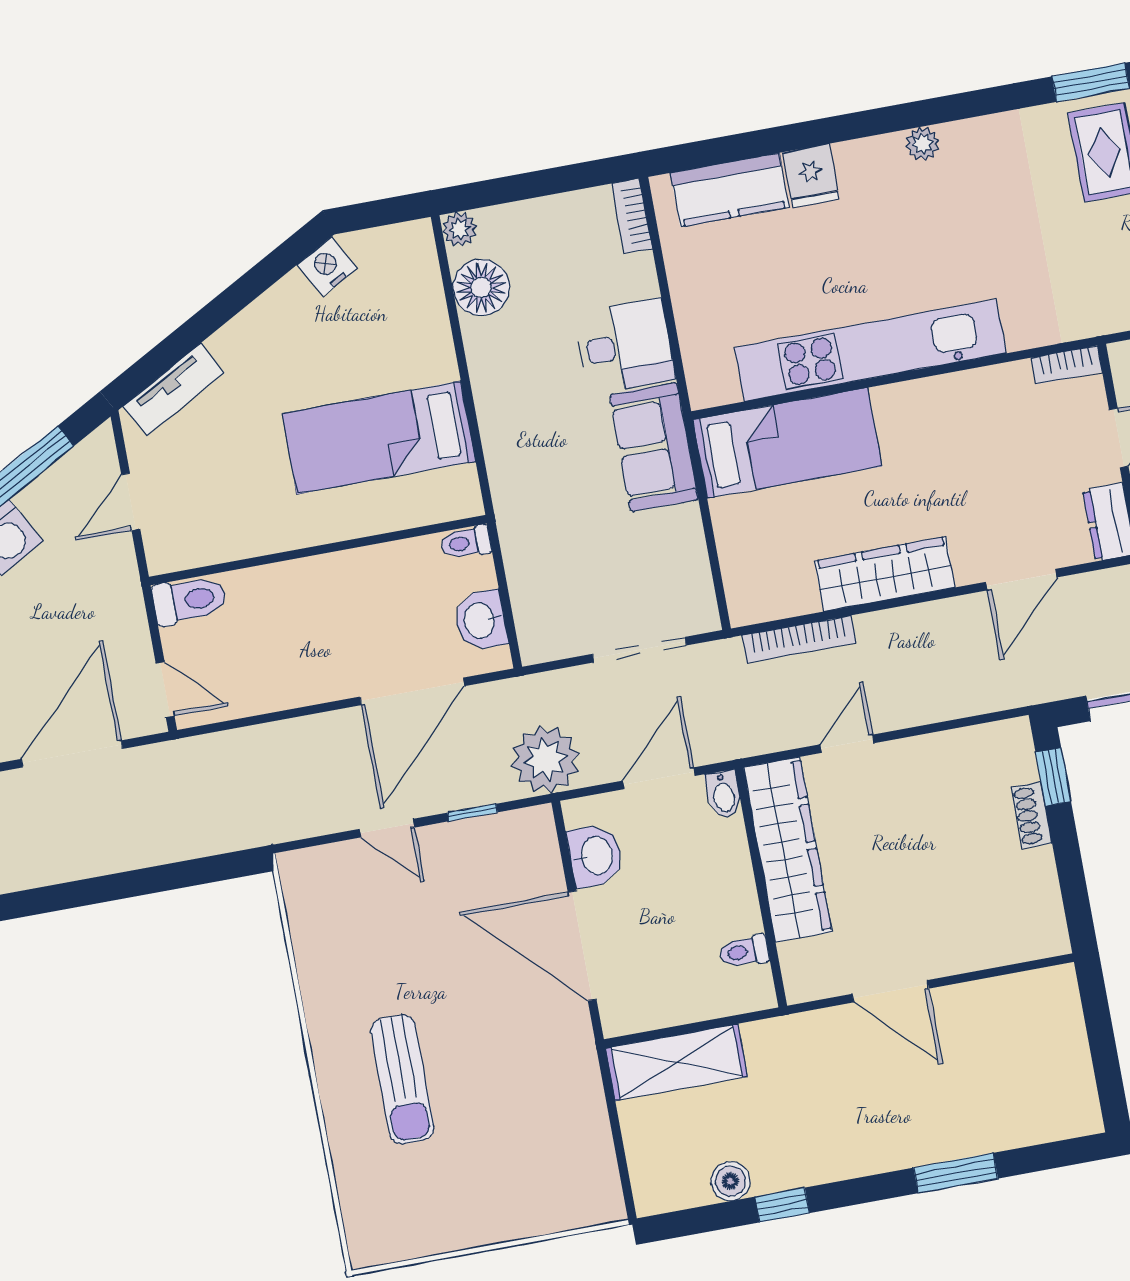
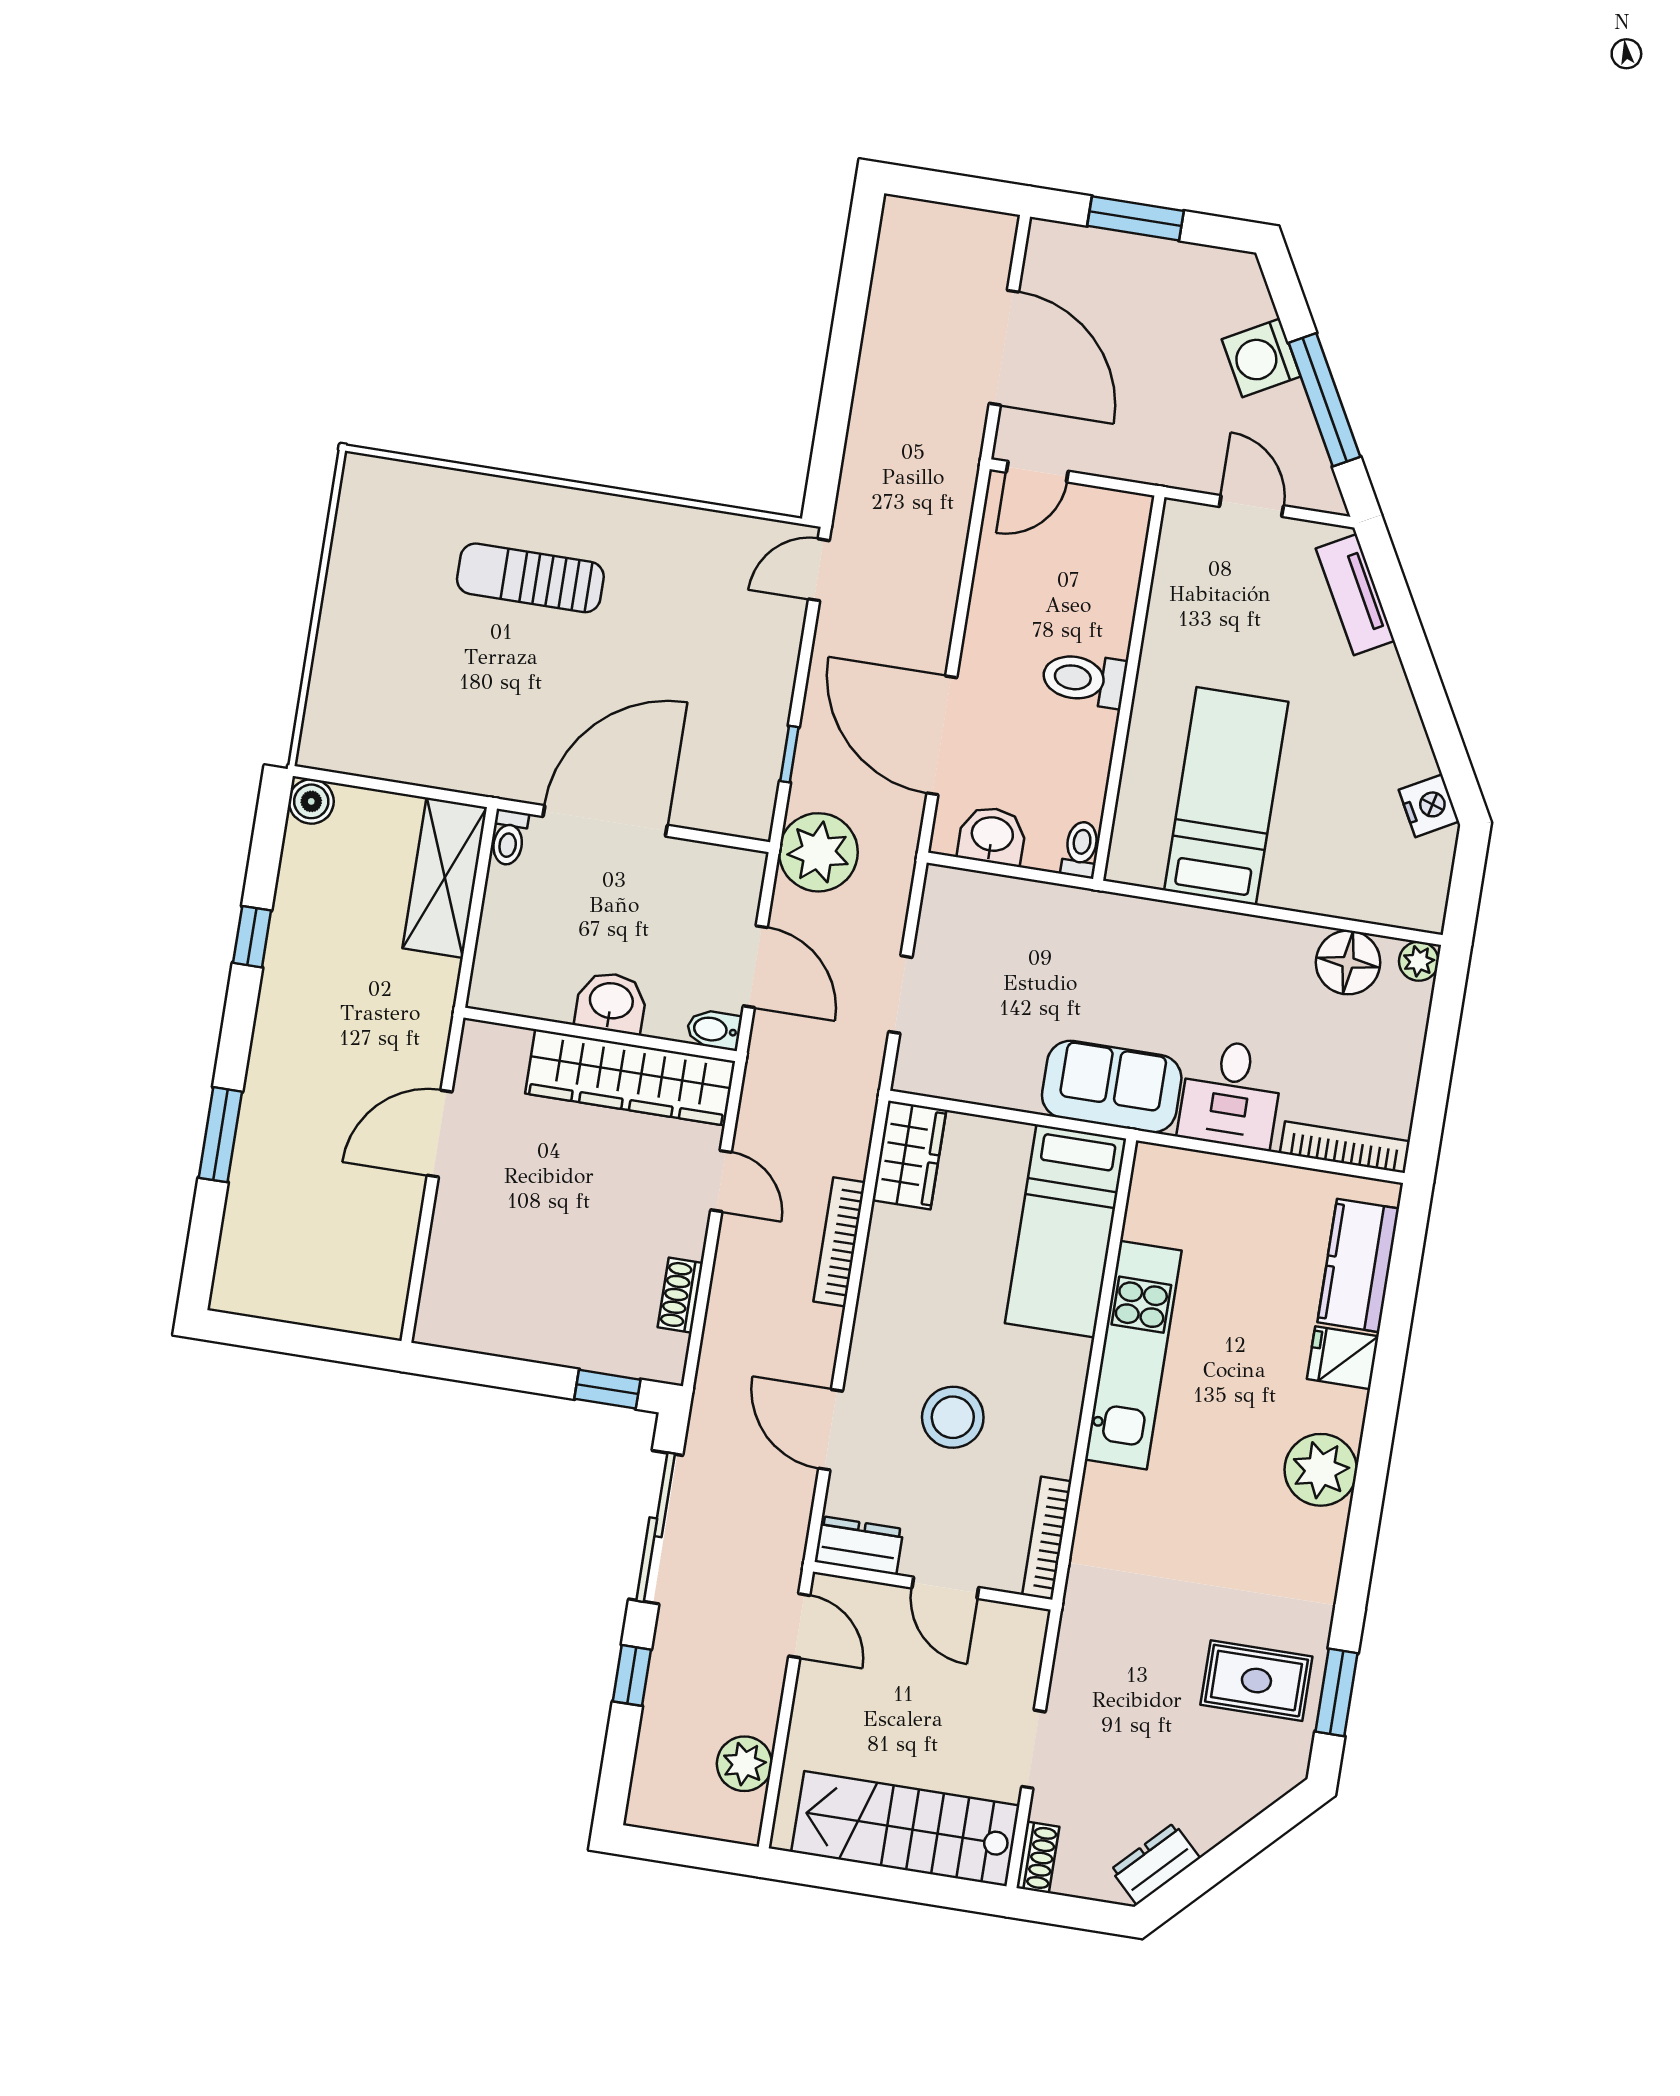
plant: (922, 144) -> (1321, 1470), width x1.88, depth x1.88
bookcase: (632, 216) -> (1345, 1147), width x1.56
kitchen unit: (870, 350) -> (1133, 1355), width x0.73
bookcase: (1067, 365) -> (1047, 1538), width x1.56
stool: (975, 482) -> (953, 1417), added
wardrobe: (885, 574) -> (909, 1155), moved, width x0.67
toilet: (190, 600) -> (1084, 679), moved, turned 90
bookcase: (799, 639) -> (839, 1242), moved
doorway: (639, 650) -> (900, 994), width x0.73
shoe rack: (1032, 815) -> (680, 1295), moved, turned -90
door: (387, 828) -> (819, 570), moved
washbasin: (595, 856) -> (611, 1002), moved, turned 180
toilet: (744, 951) -> (509, 838), moved, turned 180
boiler: (730, 1181) -> (311, 801), moved

